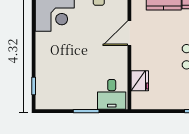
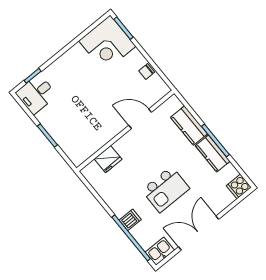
desk: (112, 94) -> (36, 94), moved

